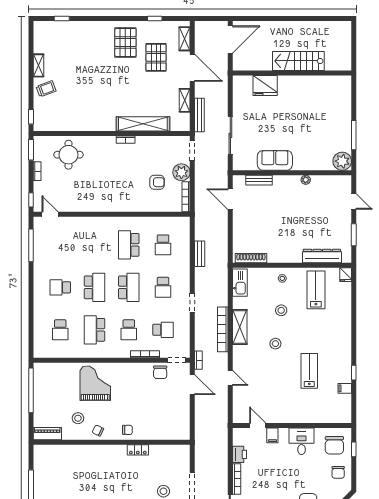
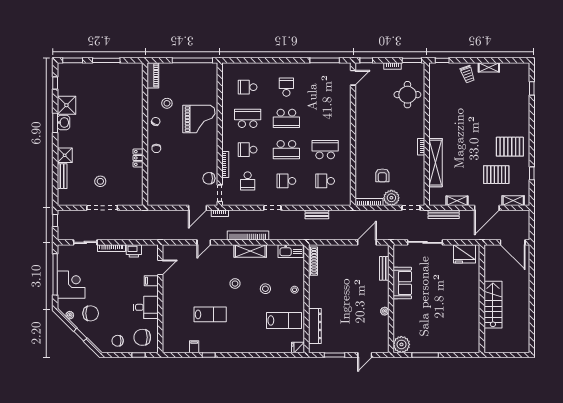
fridge: (265, 86) -> (464, 254), moved, turned -90

